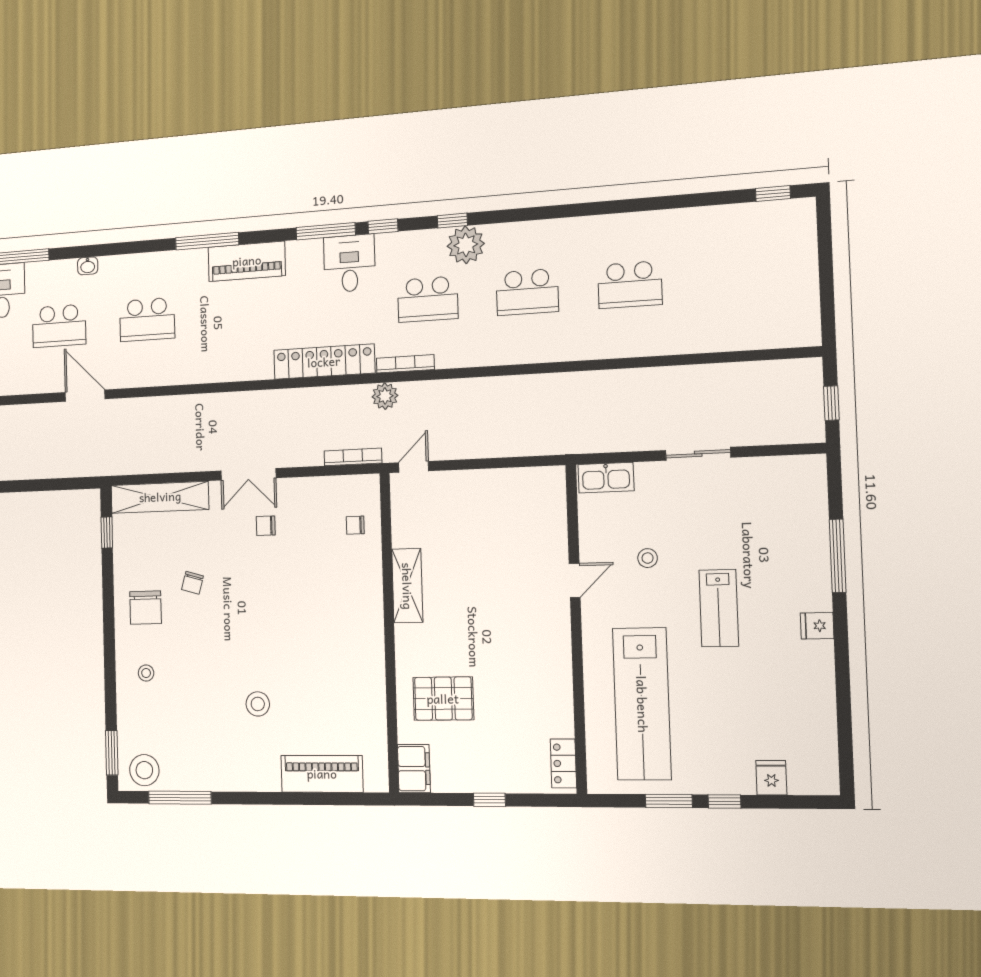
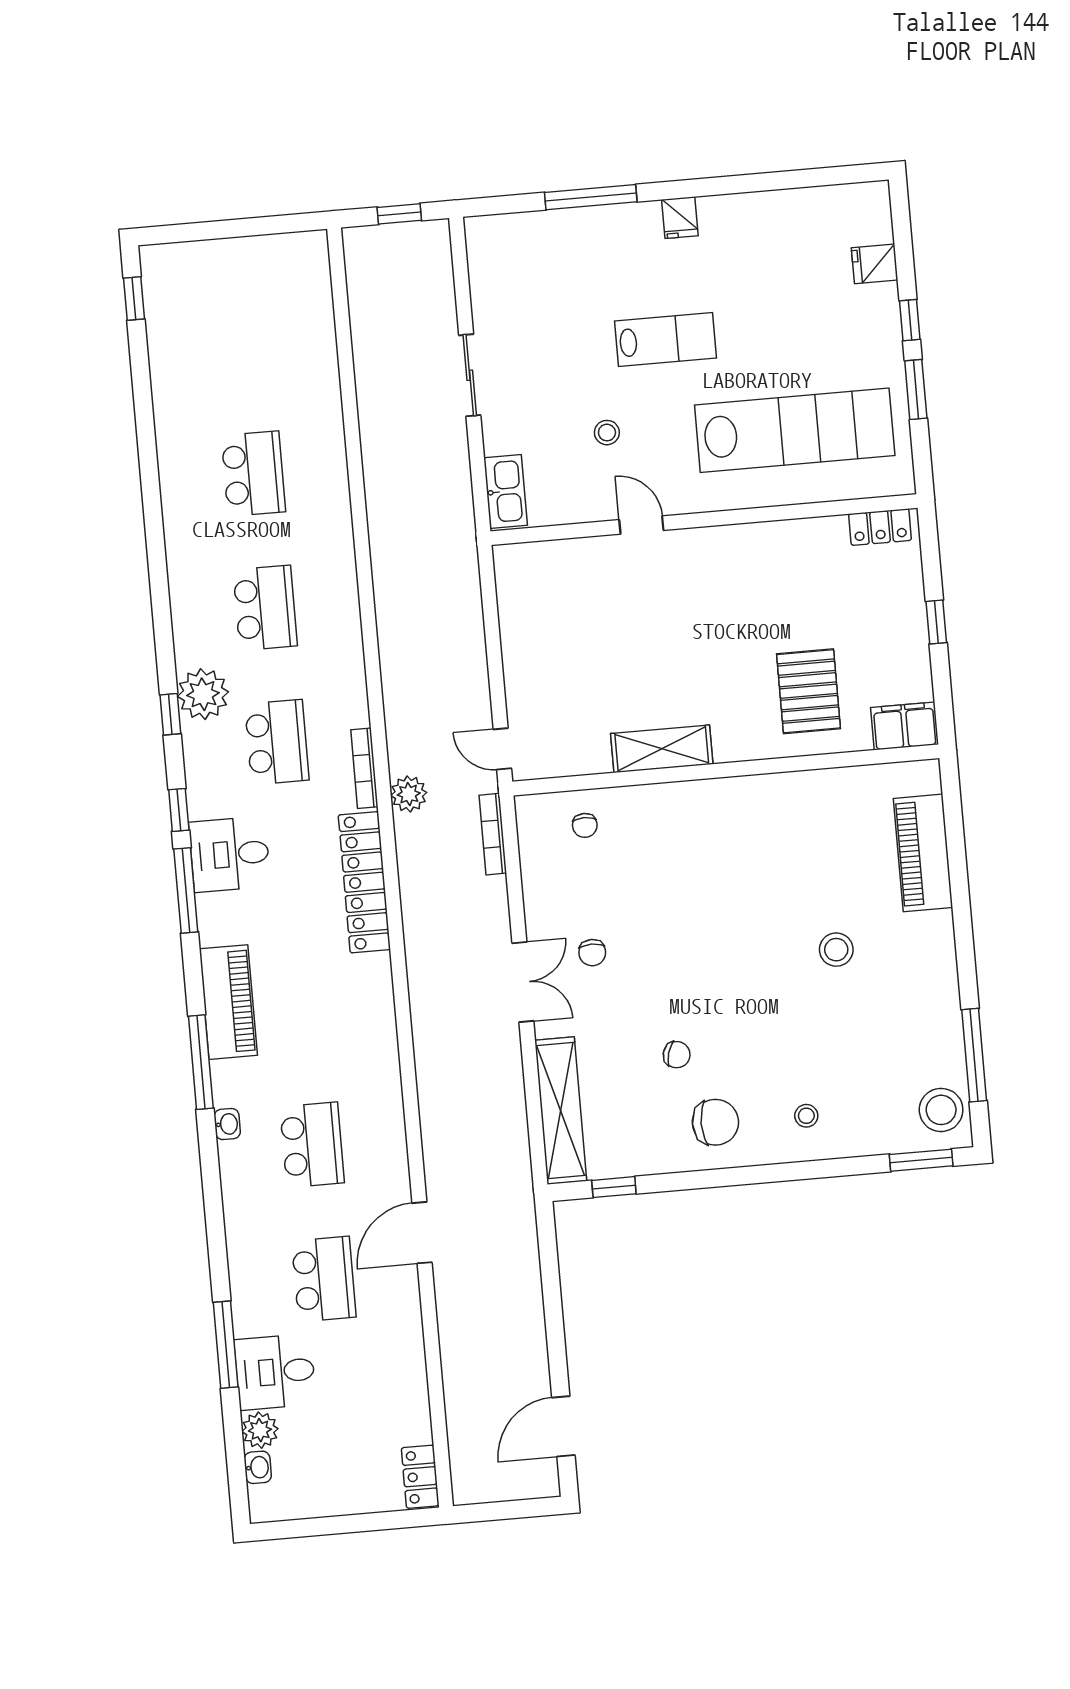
washbasin: (88, 266) -> (227, 1124), moved

